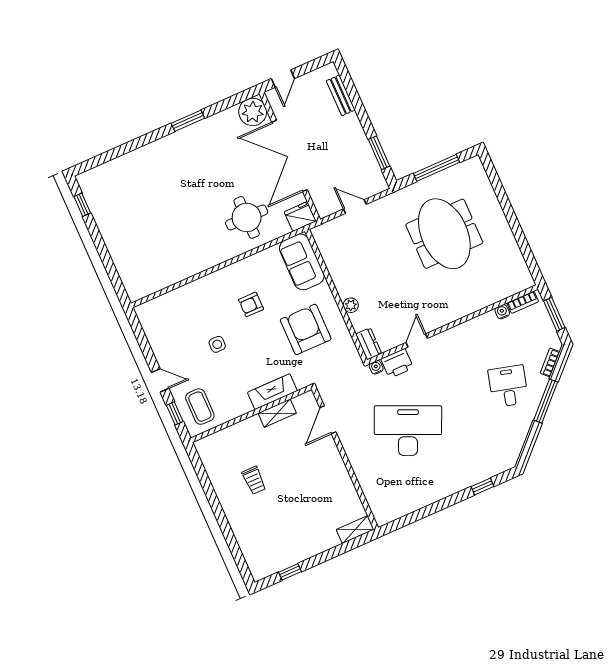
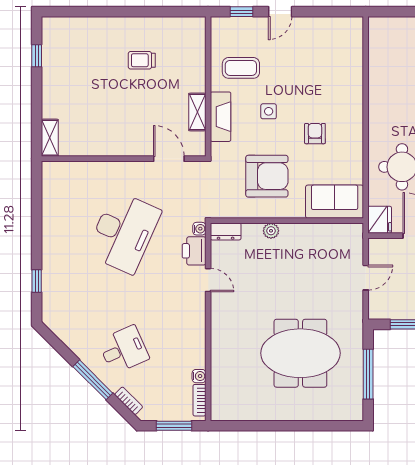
side table: (217, 344) -> (269, 111), moved
desk: (508, 386) -> (124, 350), turned -39
coffee table: (200, 407) -> (241, 68), moved

